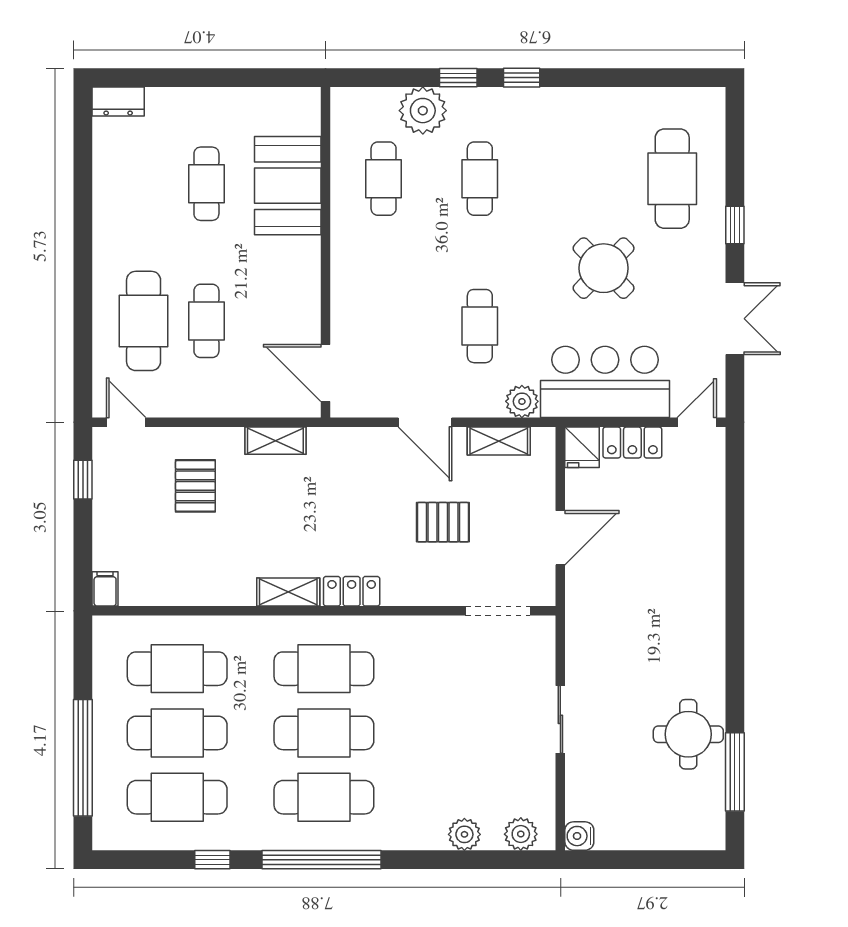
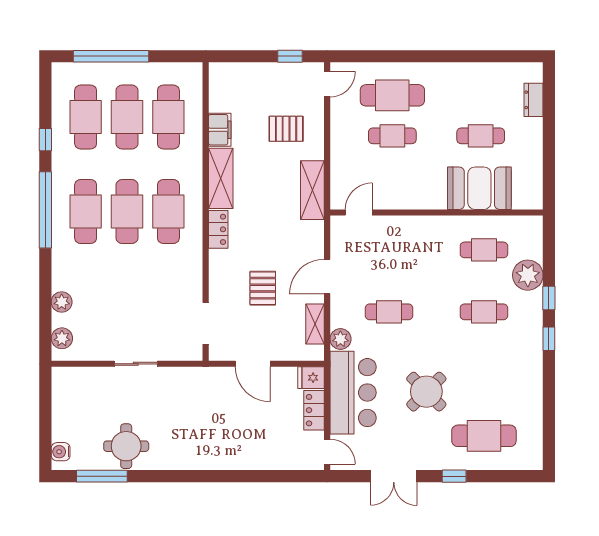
dresser: (118, 102) -> (534, 100), moved
door: (325, 373) -> (359, 212), width x0.73
shelving: (275, 441) -> (312, 190), width x1.50, depth x1.33
filing cabinet: (105, 589) -> (220, 130), moved, width x2.00
shelving: (288, 592) -> (221, 178), width x1.50, depth x1.33
water cooler: (579, 836) -> (61, 452), moved, turned -90

